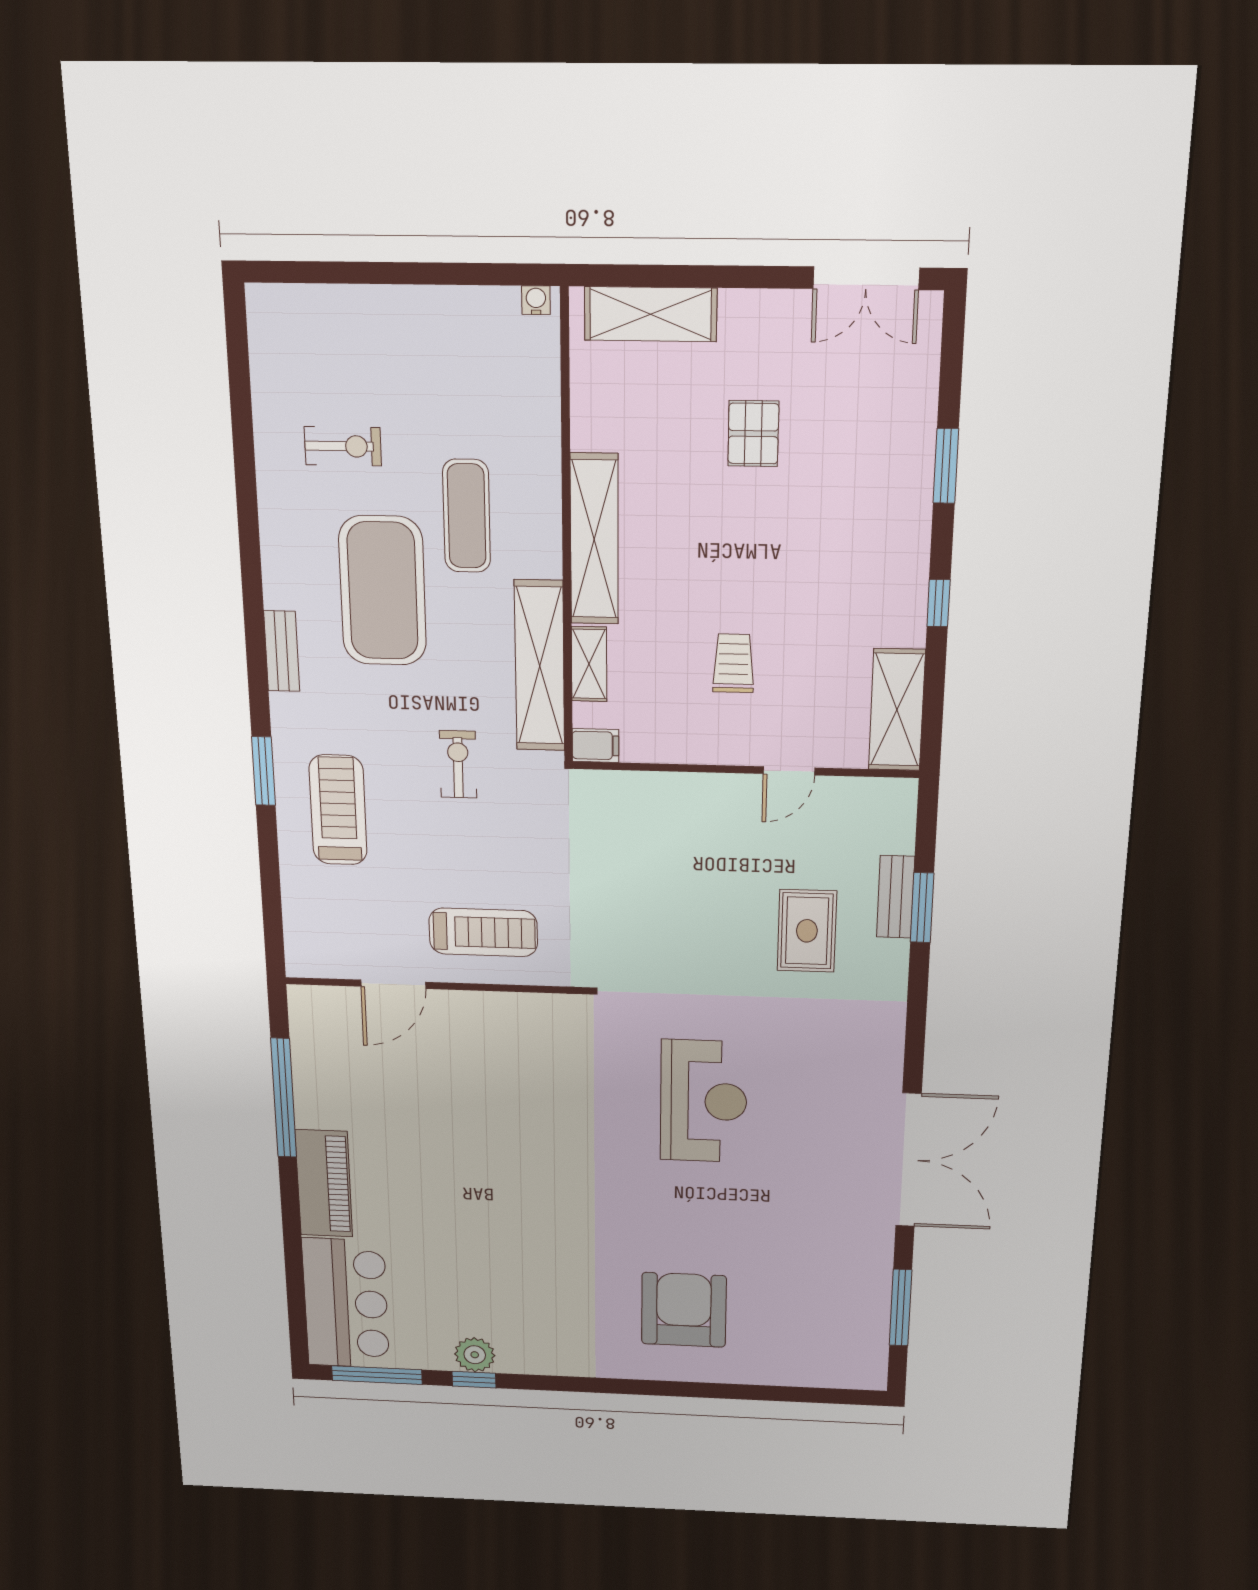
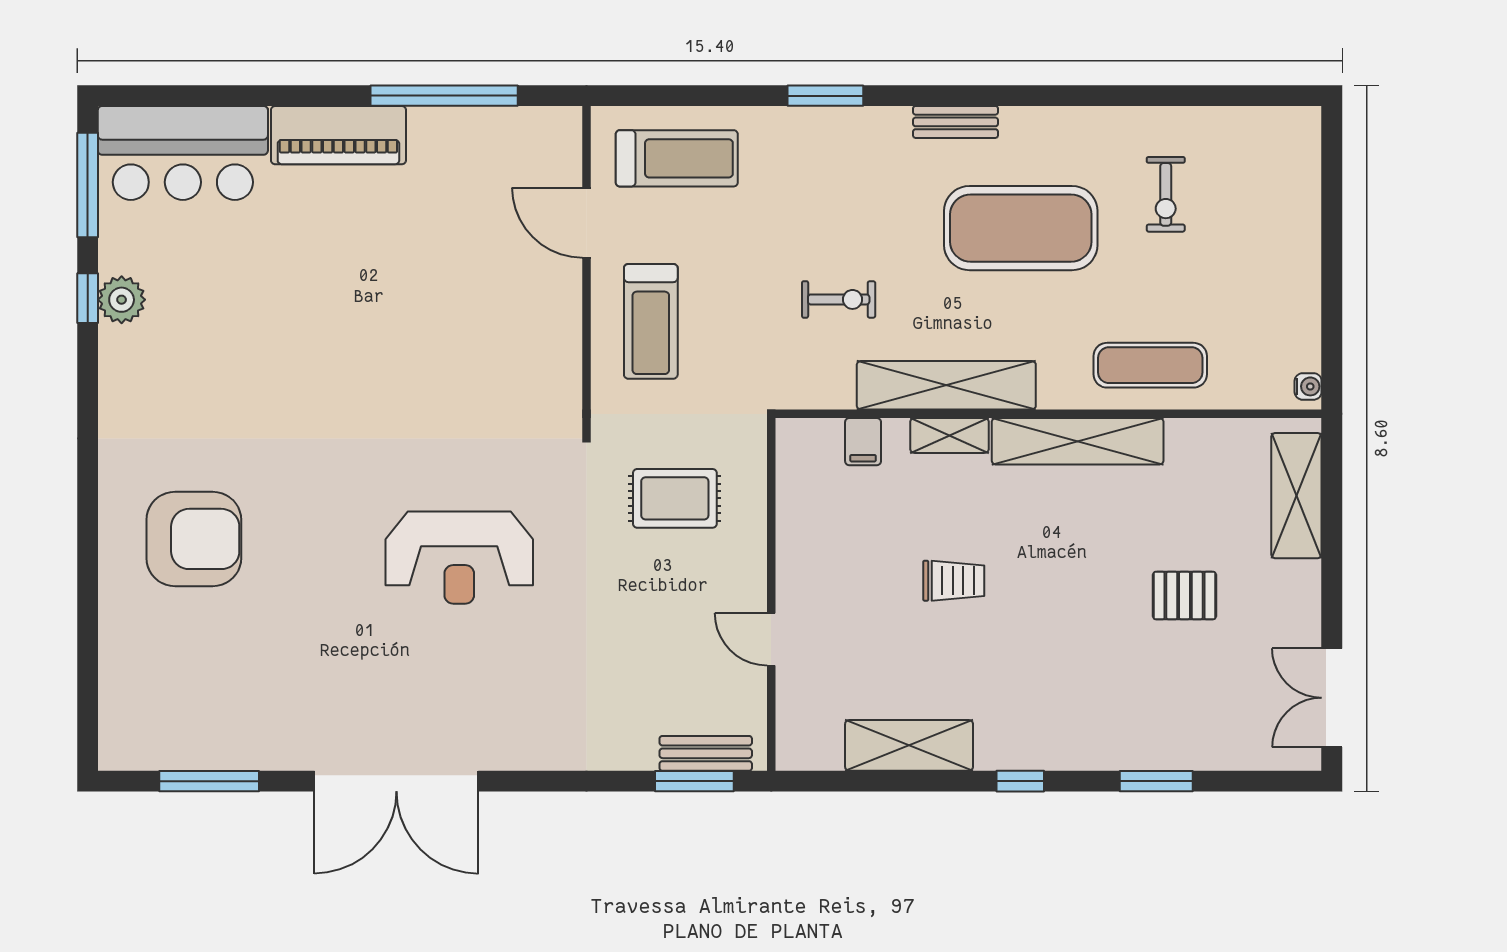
exercise mat: (467, 516) -> (1150, 365), moved
wall: (745, 770) -> (771, 594), moved
door: (789, 771) -> (771, 639), moved
treadmill: (338, 810) -> (677, 158), moved
rug: (807, 931) -> (675, 498), moved

